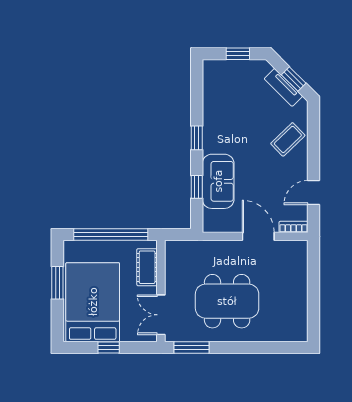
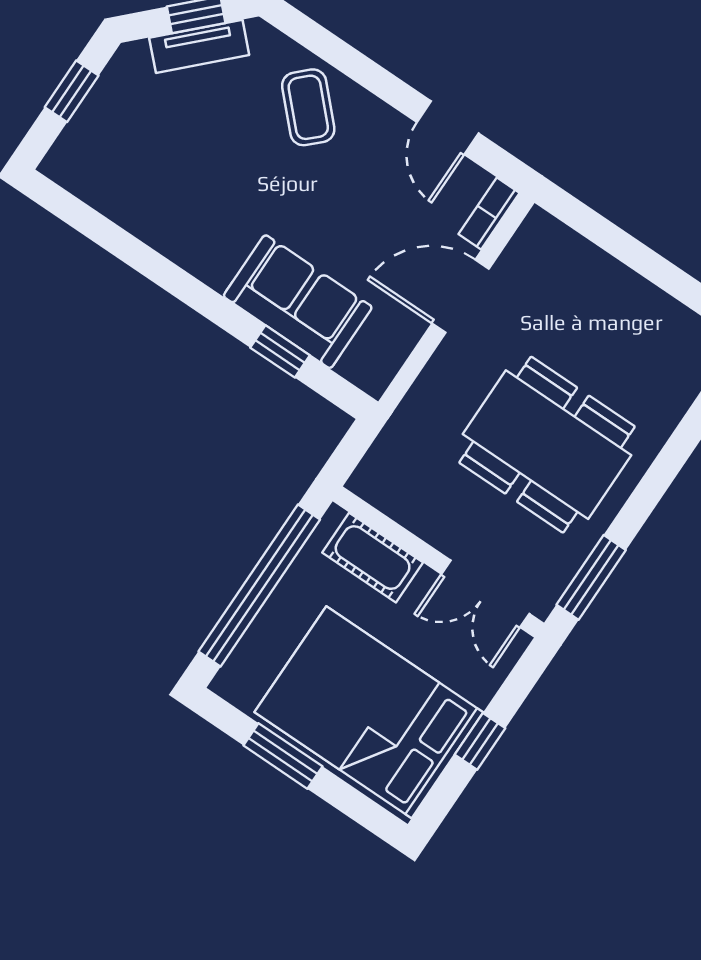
window: (197, 138) -> (183, 286), removed
dining table: (227, 301) -> (547, 445), turned 90

